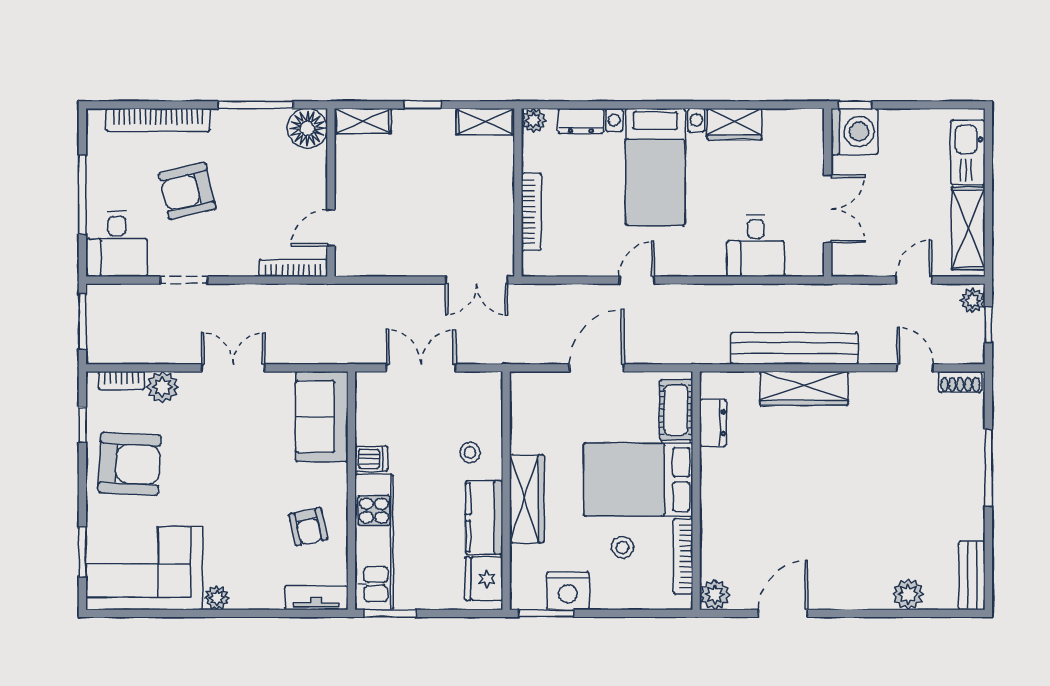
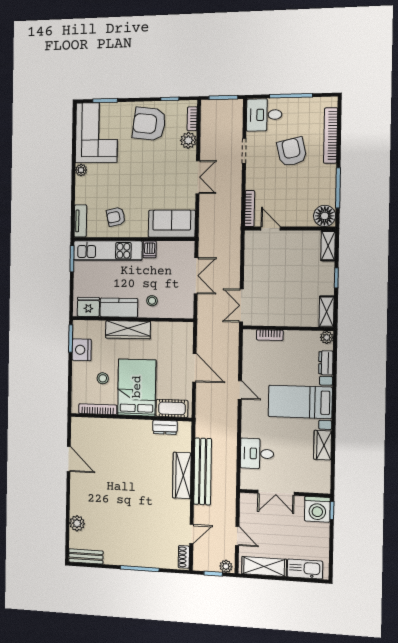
bookcase: (531, 212) -> (270, 335), width x0.64
armchair: (130, 464) -> (149, 124), turned 94
plant: (715, 595) -> (78, 425), removed

